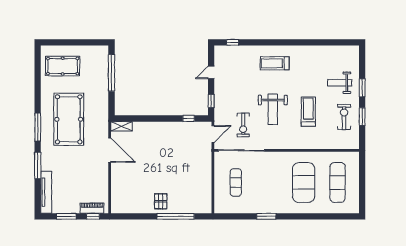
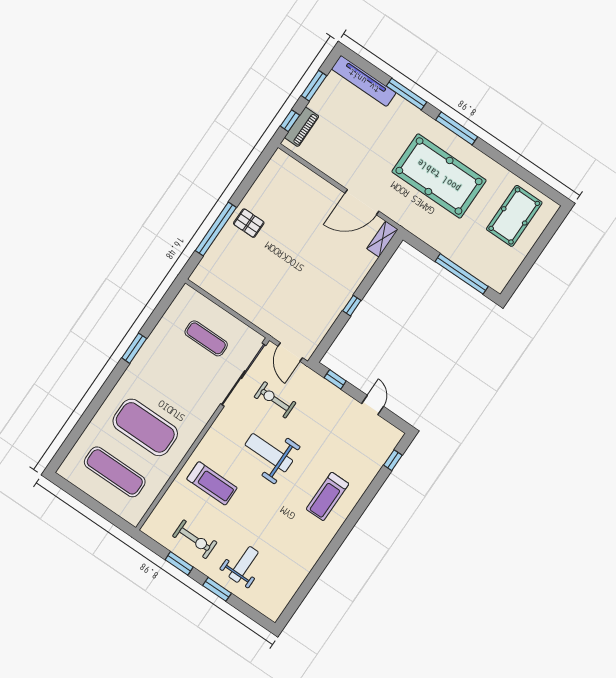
treadmill: (275, 63) -> (327, 496), turned 180
treadmill: (308, 112) -> (212, 483), moved
window: (189, 118) -> (352, 306), moved

